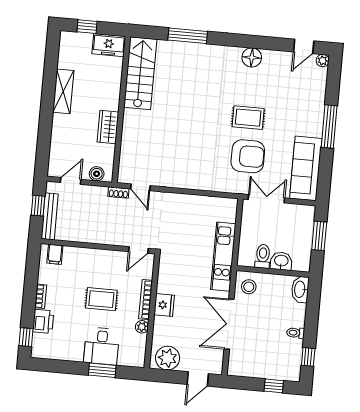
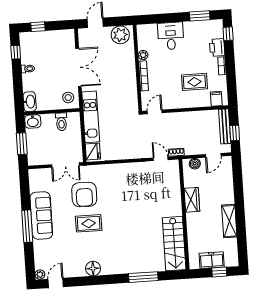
freezer: (109, 45) -> (212, 260), moved
armchair: (248, 156) -> (84, 194), turned -90
sofa: (306, 168) -> (41, 215), moved
washbasin: (281, 261) -> (33, 121), moved
rug: (101, 299) -> (194, 82), moved
fridge: (164, 305) -> (93, 151), moved, turned 180
window: (102, 370) -> (200, 16), moved

